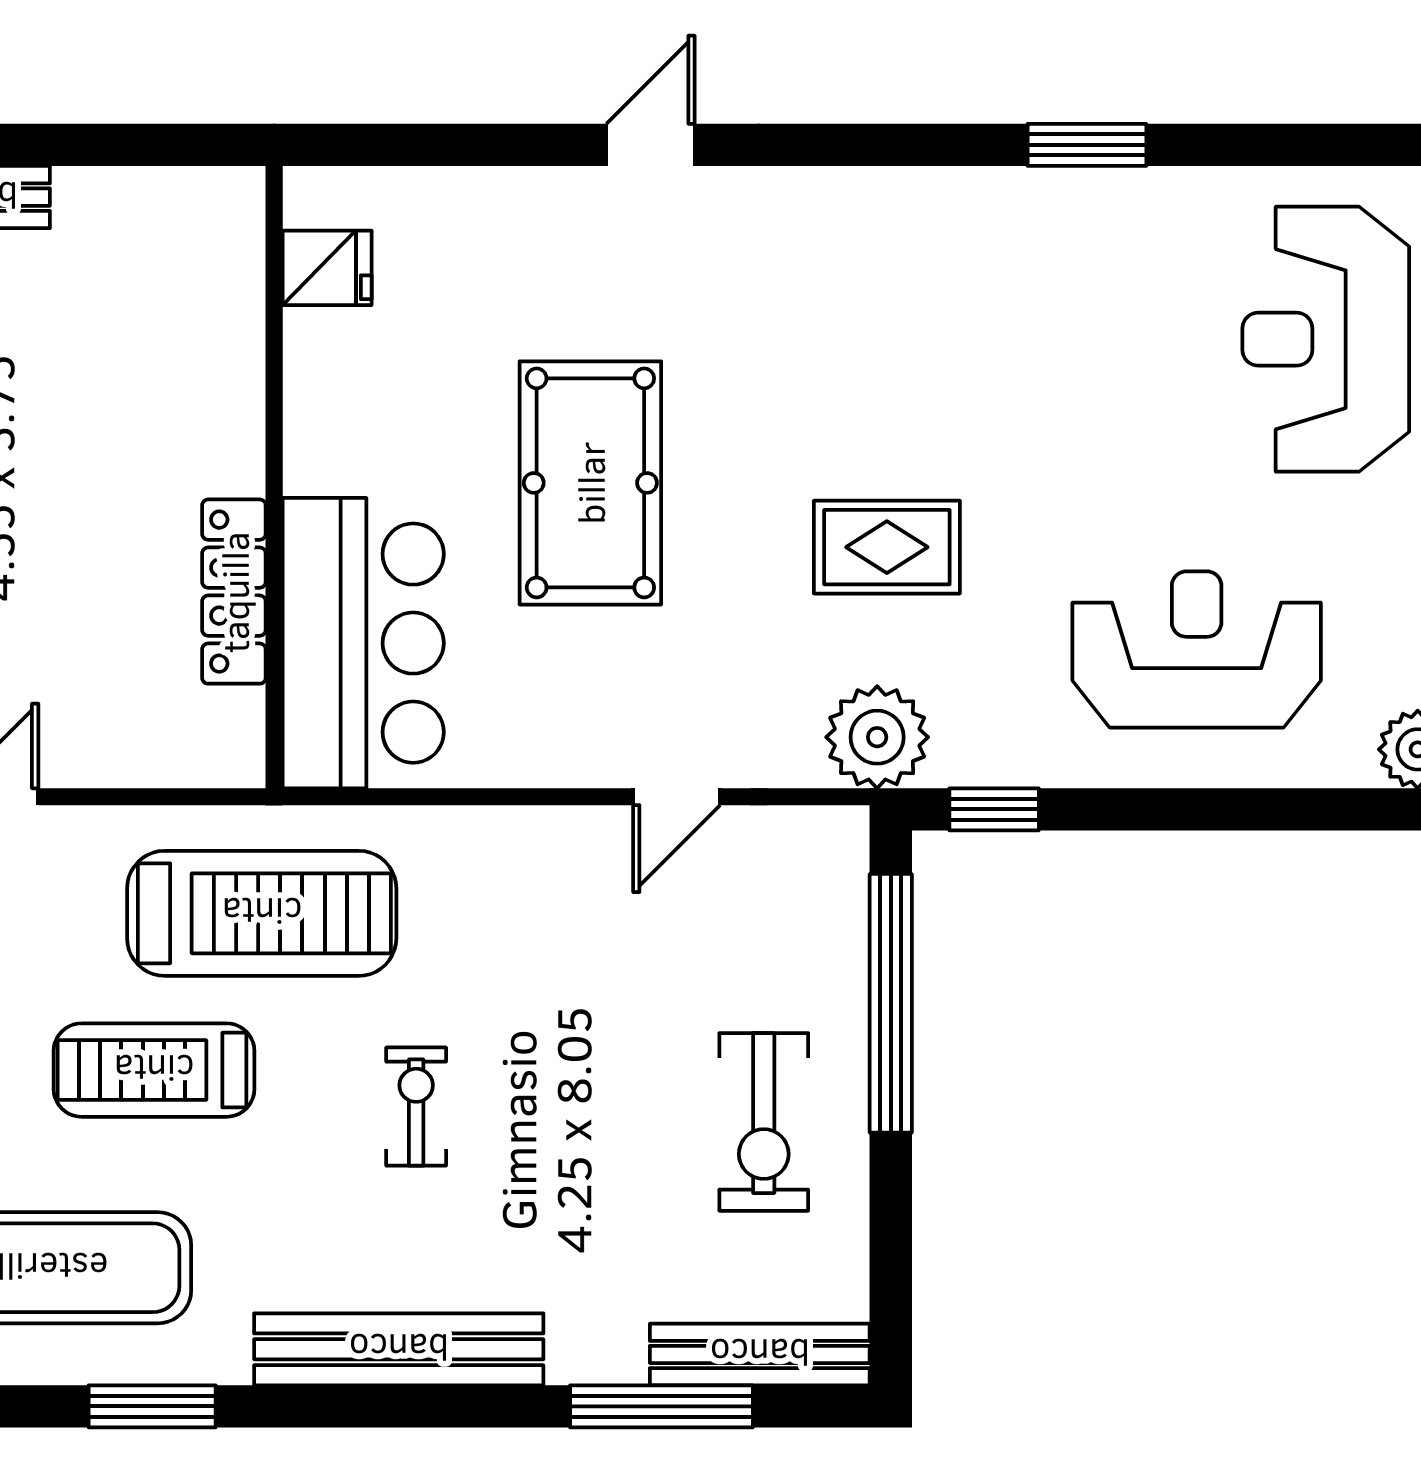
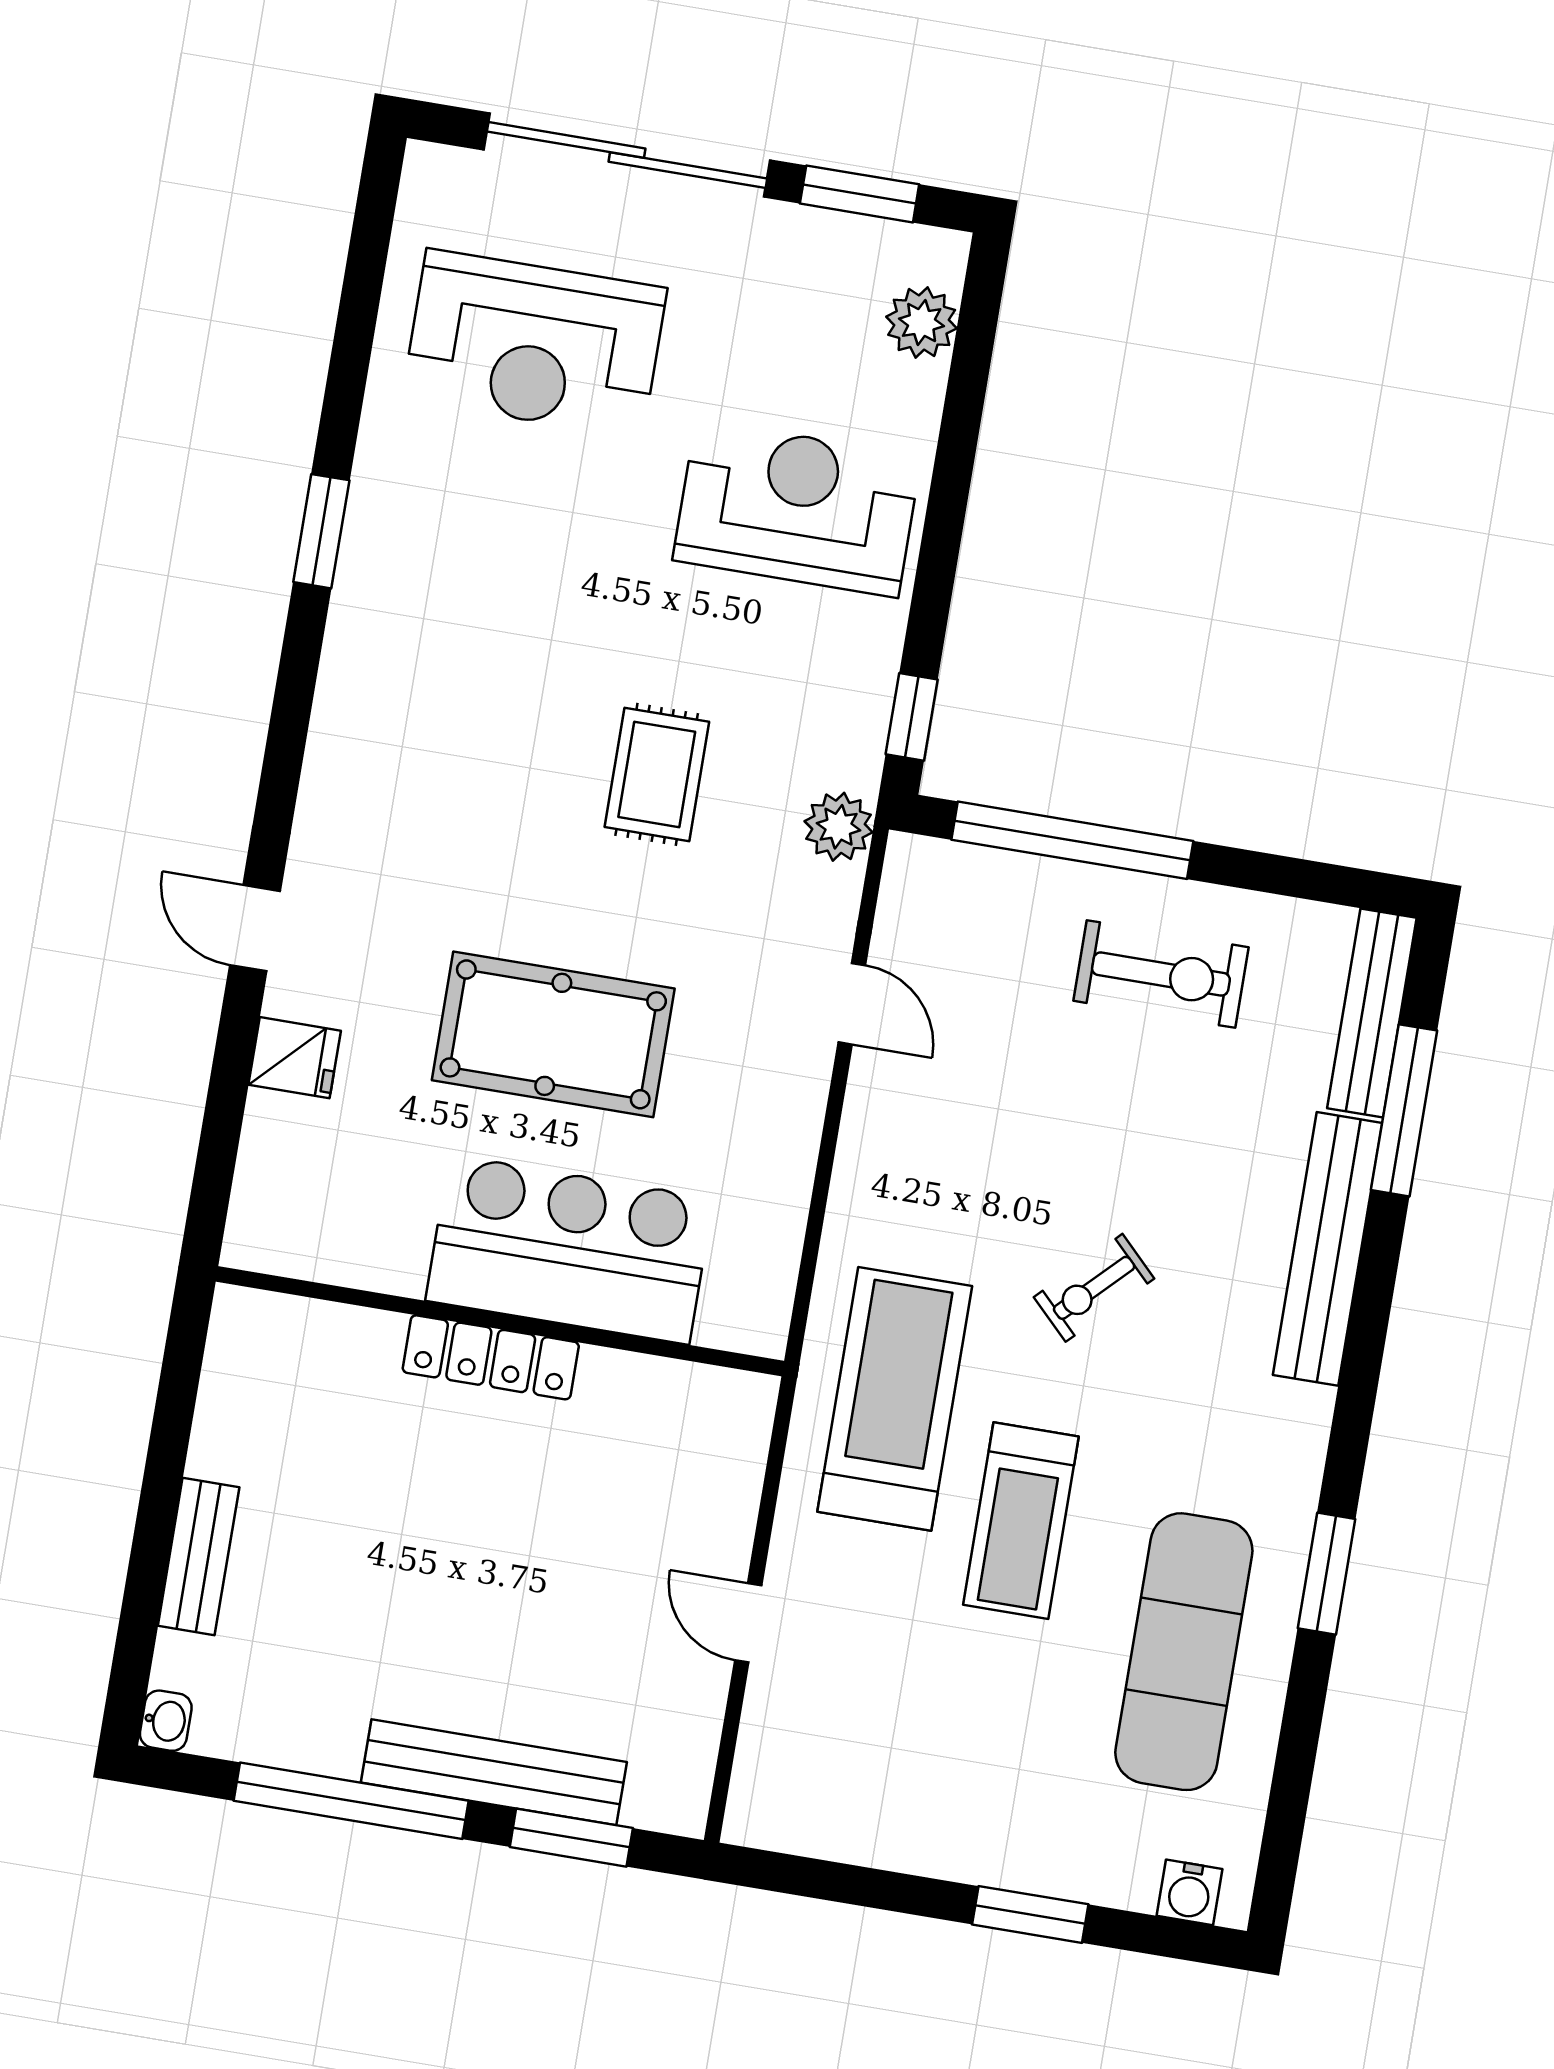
fridge: (327, 268) -> (295, 1058), moved, turned 90
locker: (234, 592) -> (491, 1357), moved
bar counter: (363, 643) -> (569, 1250), moved
reception desk: (1197, 649) -> (797, 508), turned 90
plant: (877, 737) -> (839, 827), width x0.73, depth x0.73
exercise bike: (416, 1107) -> (1094, 1288), turned -45
bench: (399, 1349) -> (1328, 1249), moved

